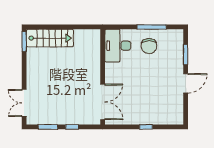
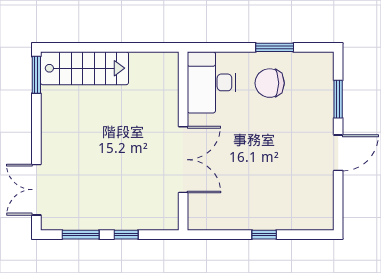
window: (152, 27) -> (275, 47), width x0.69
chair: (149, 46) -> (270, 83), turned 91
double door: (103, 102) -> (183, 160), moved

